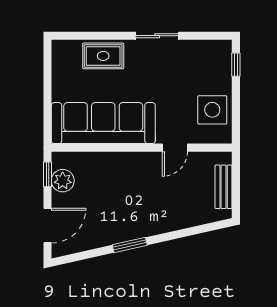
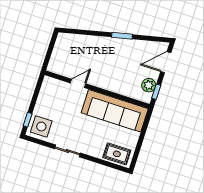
rug: (103, 56) -> (117, 154), moved
side table: (212, 110) -> (41, 127), moved
bench: (224, 187) -> (57, 52), removed

